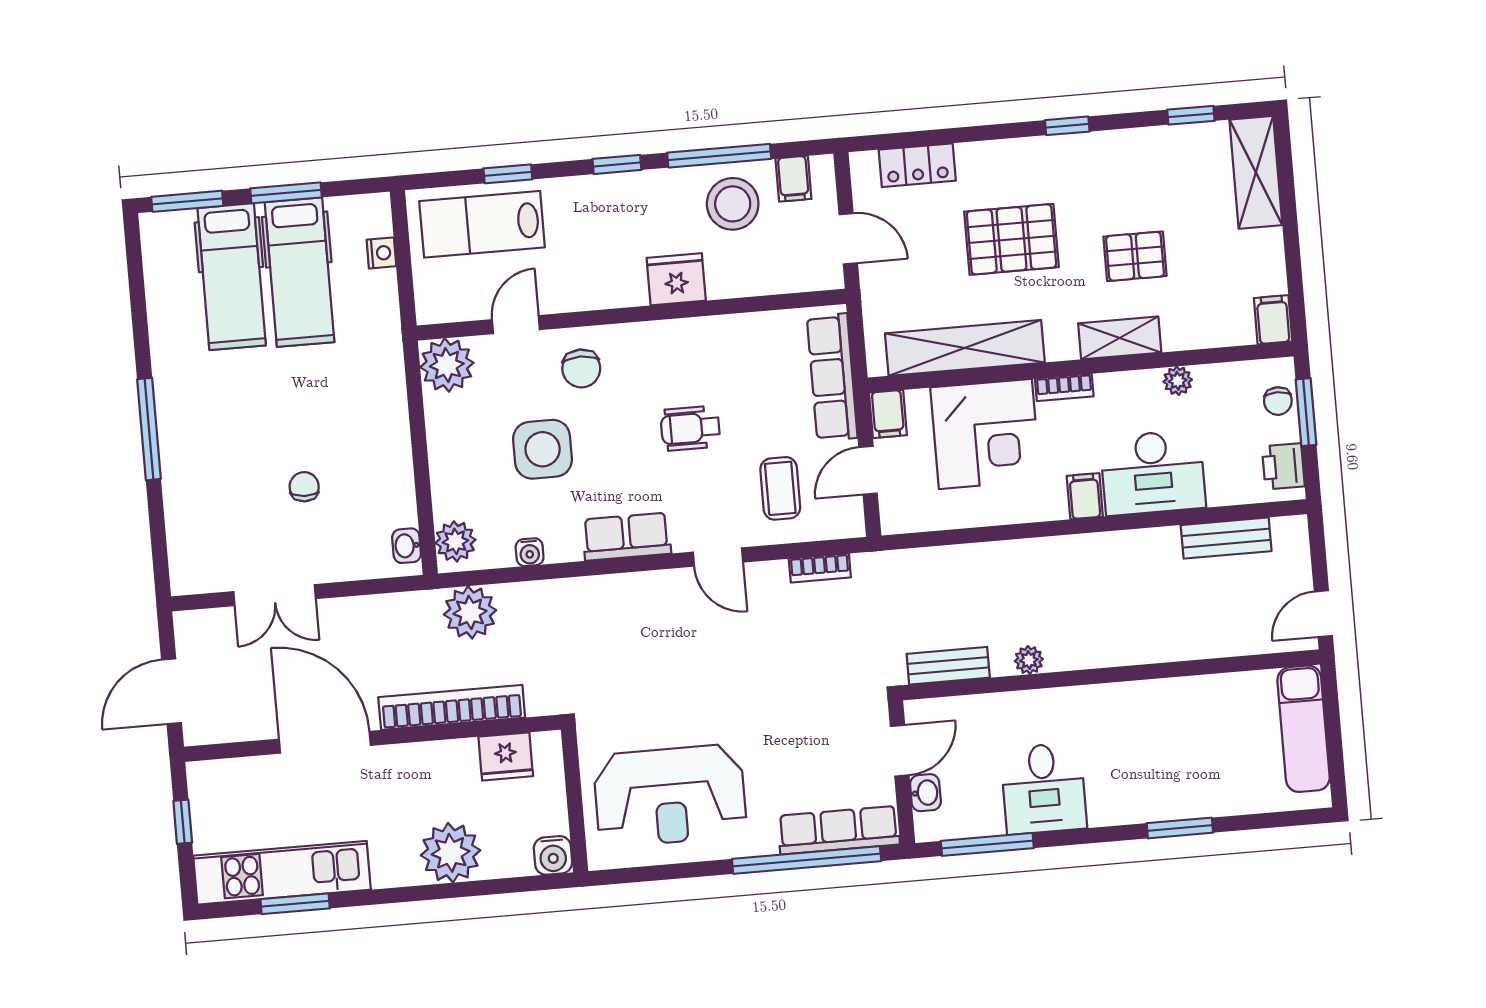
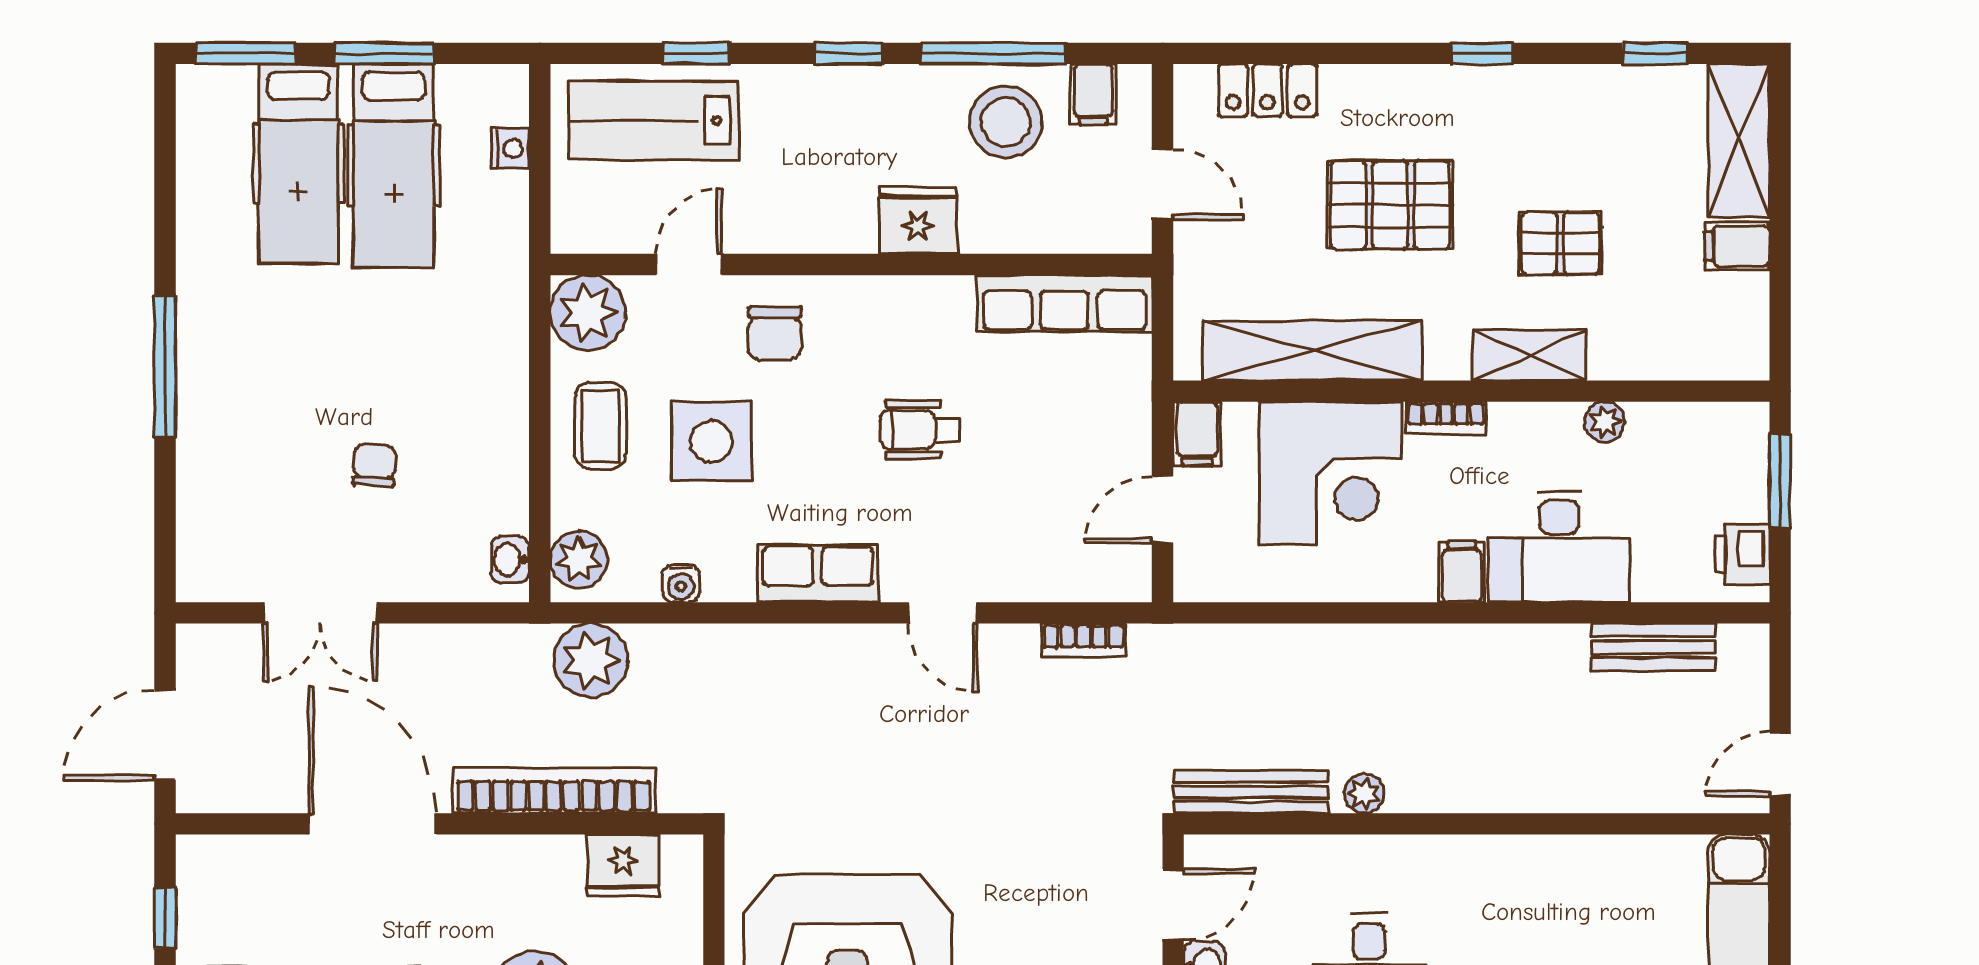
filing cabinet: (1273, 320) -> (1737, 246), moved, turned -90
row of seats: (832, 377) -> (1064, 303), moved, turned -90
chair: (1278, 401) -> (1742, 462), removed
coffee table: (780, 488) -> (601, 426), moved
bench: (948, 666) -> (1251, 792), width x1.36

